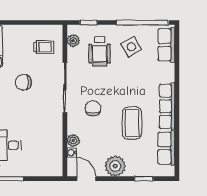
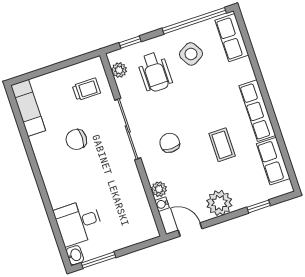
coffee table: (132, 123) -> (222, 145), width x0.73, depth x0.77

